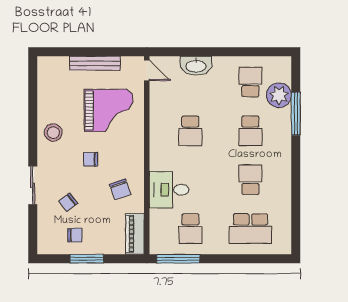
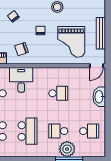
plant: (279, 95) -> (67, 149), moved
school desk: (190, 131) -> (58, 93), turned 180
school desk: (250, 180) -> (28, 131), width x1.85

